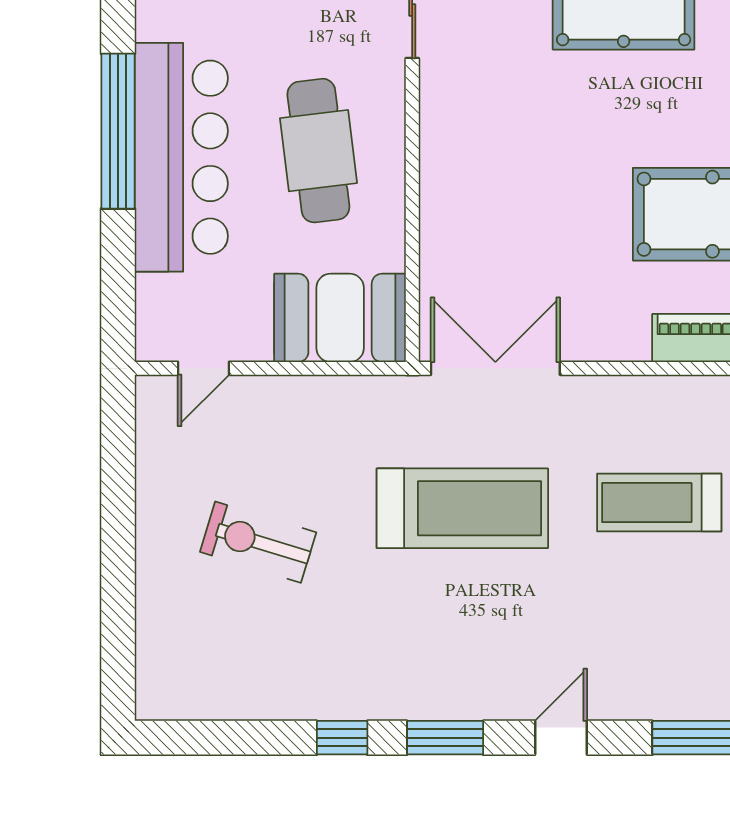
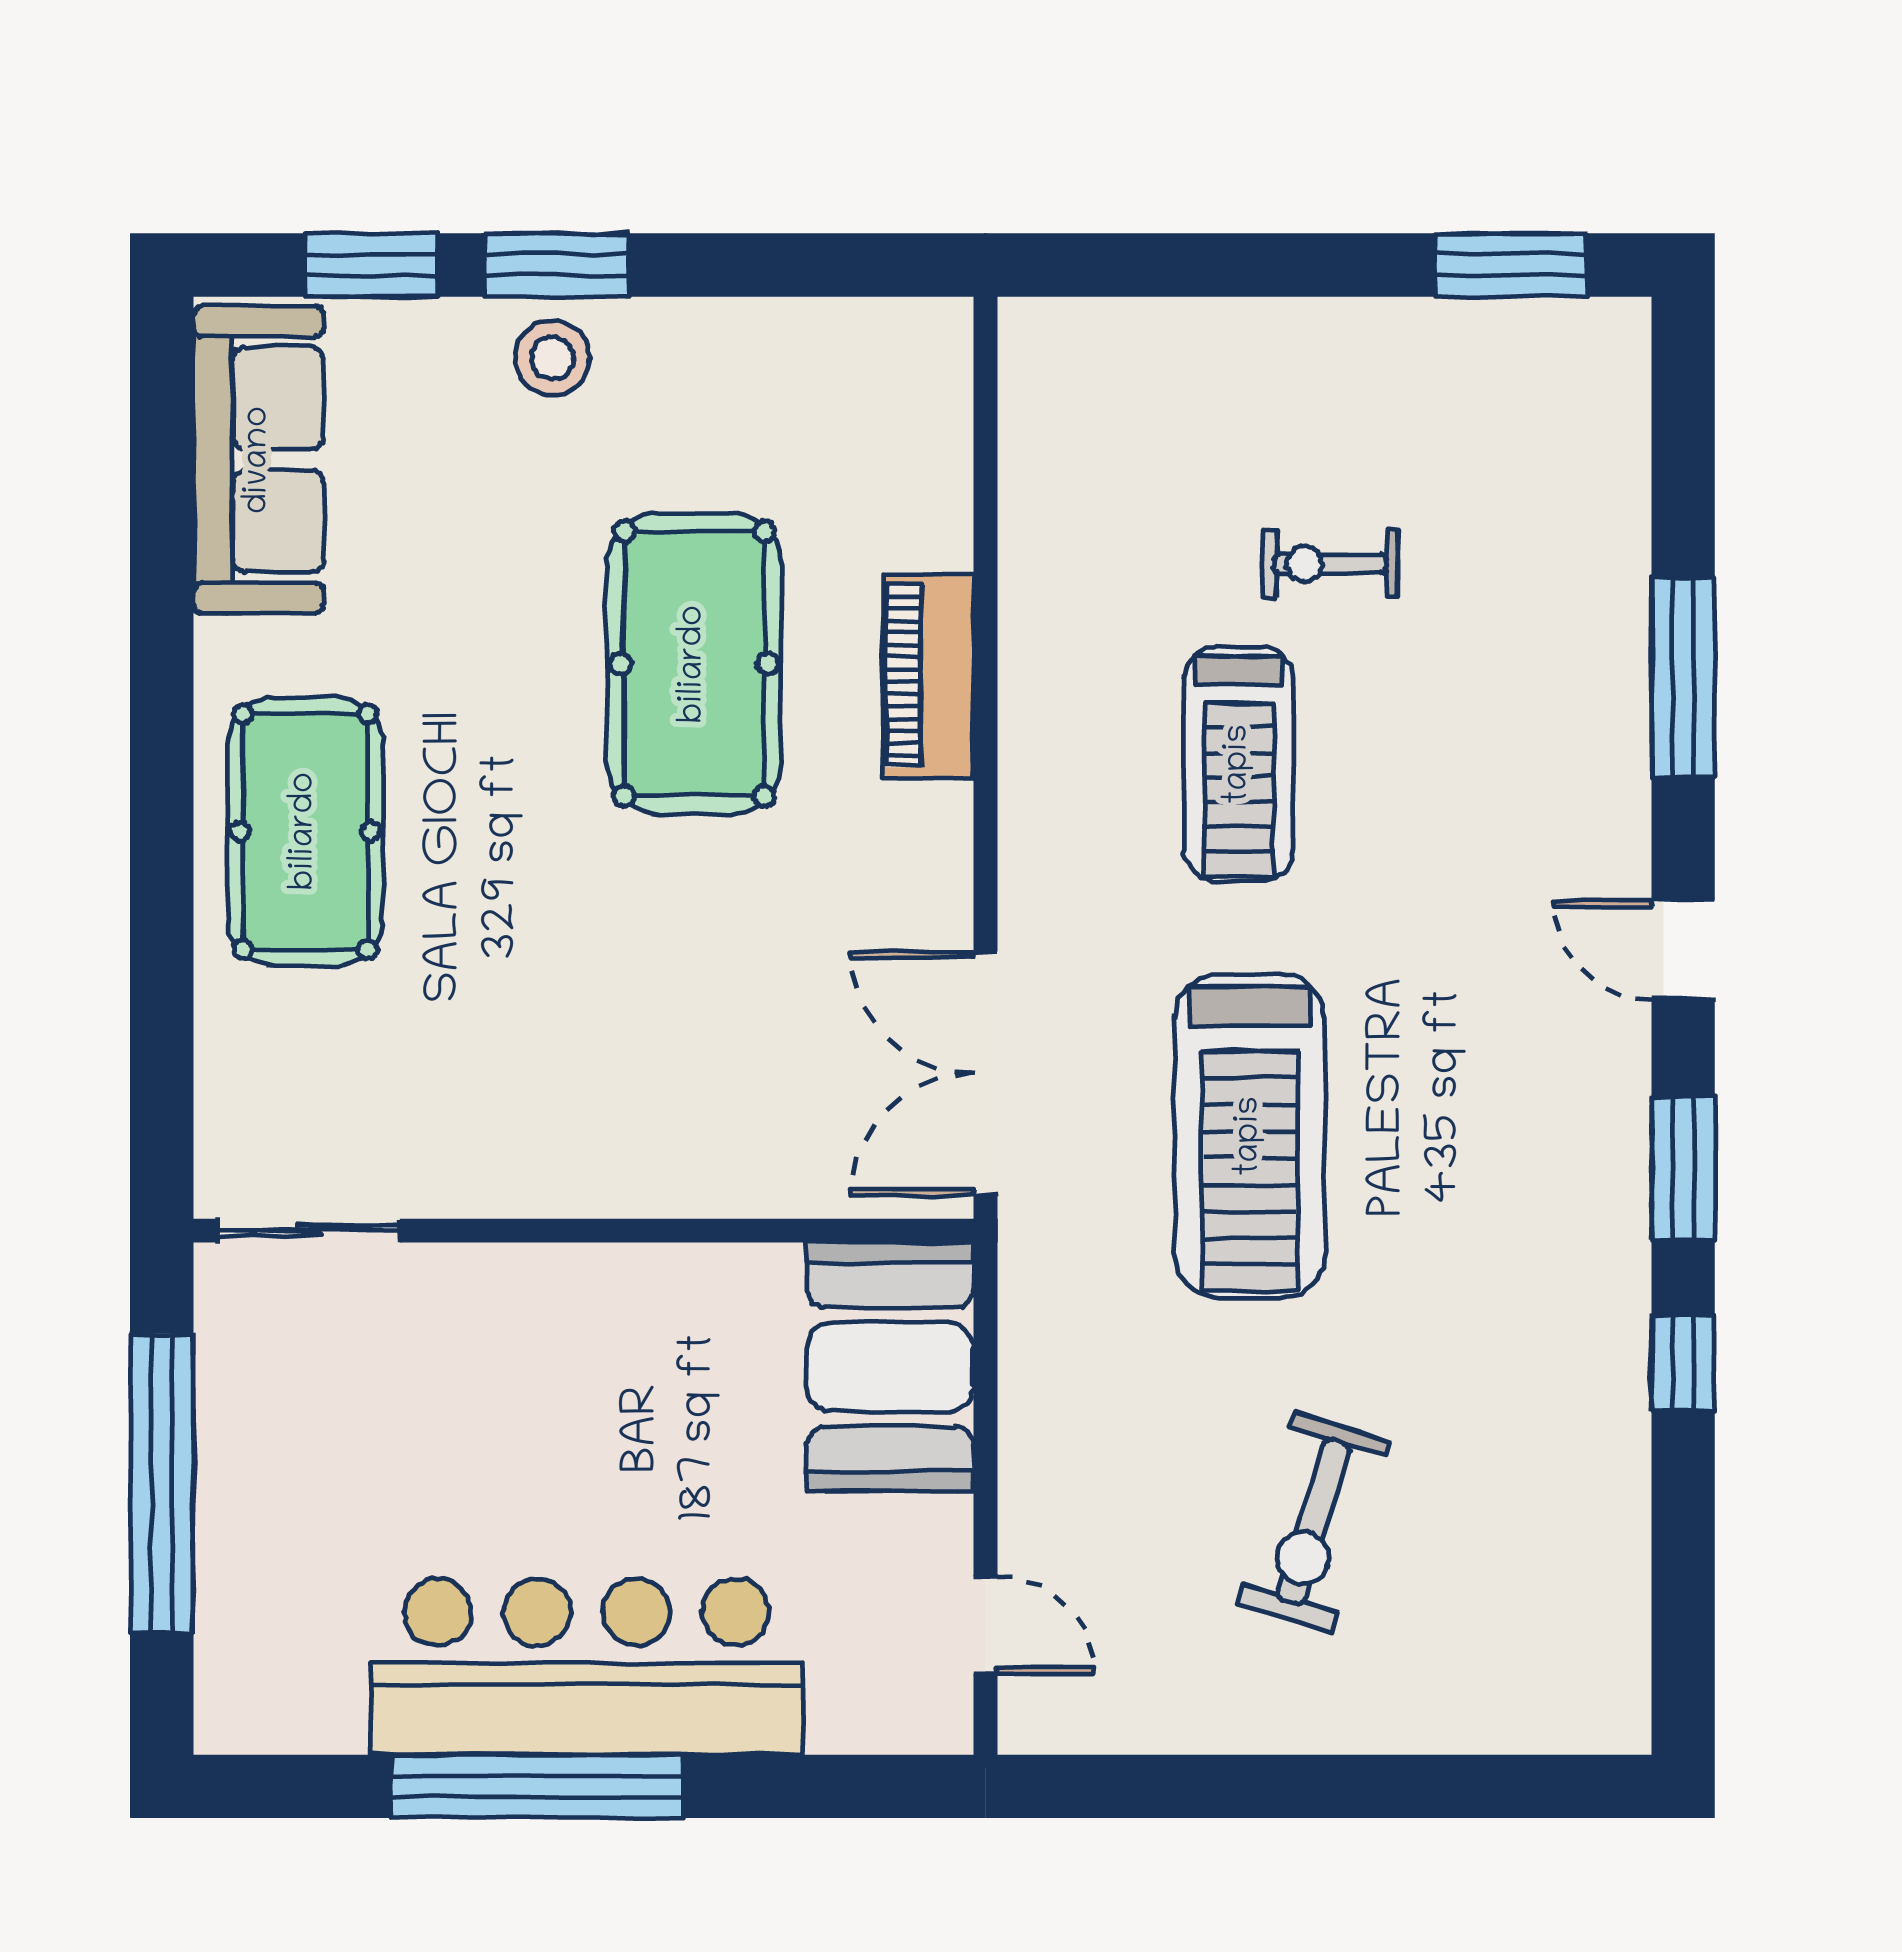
cafe table: (318, 151) -> (574, 1408), removed
treadmill: (462, 508) -> (1250, 1136), turned 180

